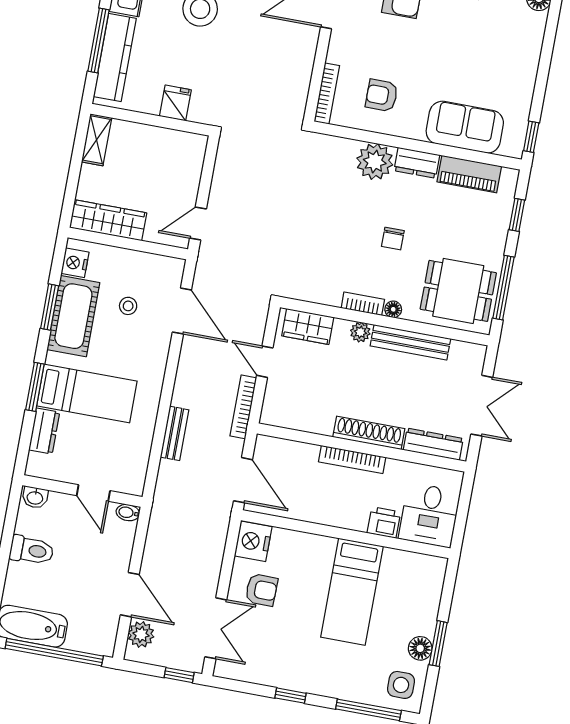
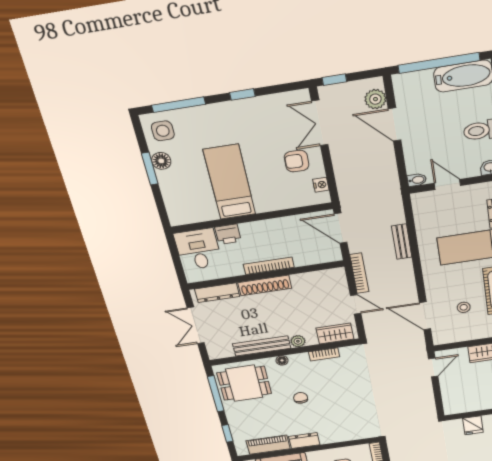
plant: (375, 162) -> (331, 433), removed
bookcase: (363, 304) -> (324, 354), moved
nightstand: (253, 541) -> (321, 185), width x0.53, depth x0.56

